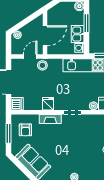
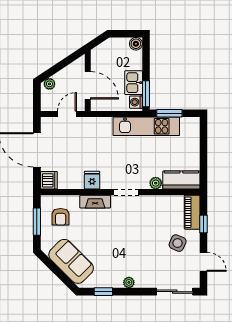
window: (87, 23) -> (146, 94), moved
door: (45, 36) -> (88, 85), hinge flipped
stool: (42, 65) -> (84, 126), removed

